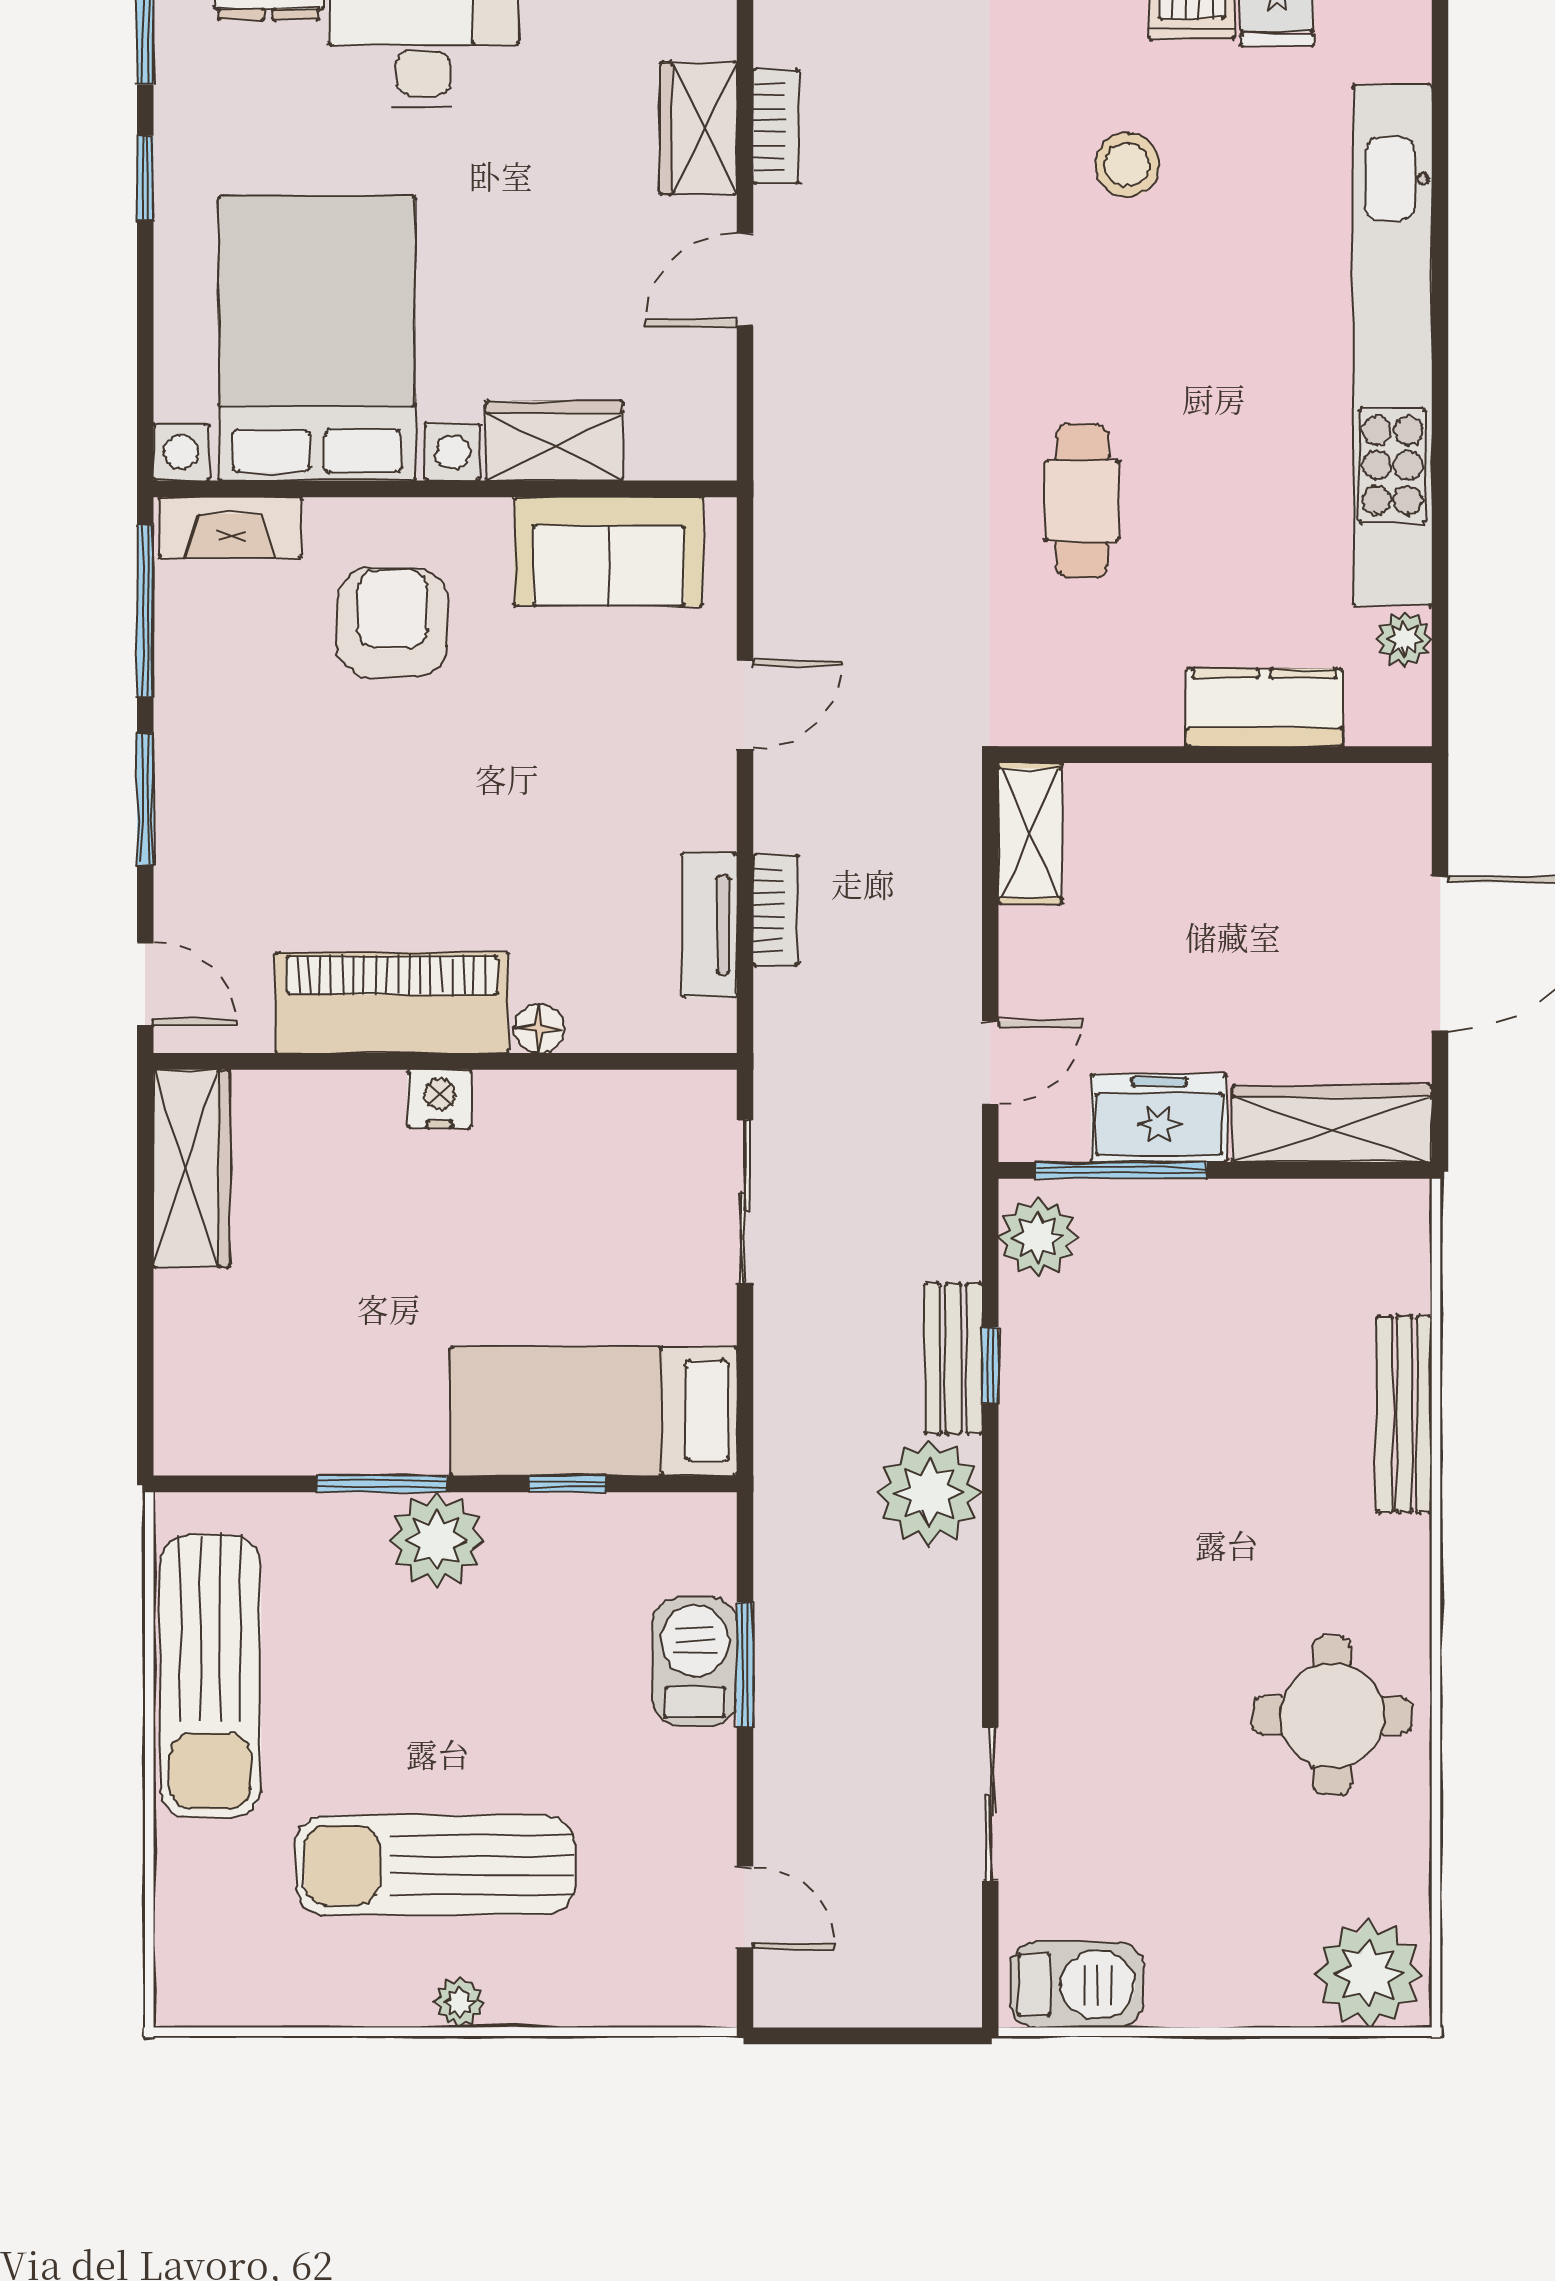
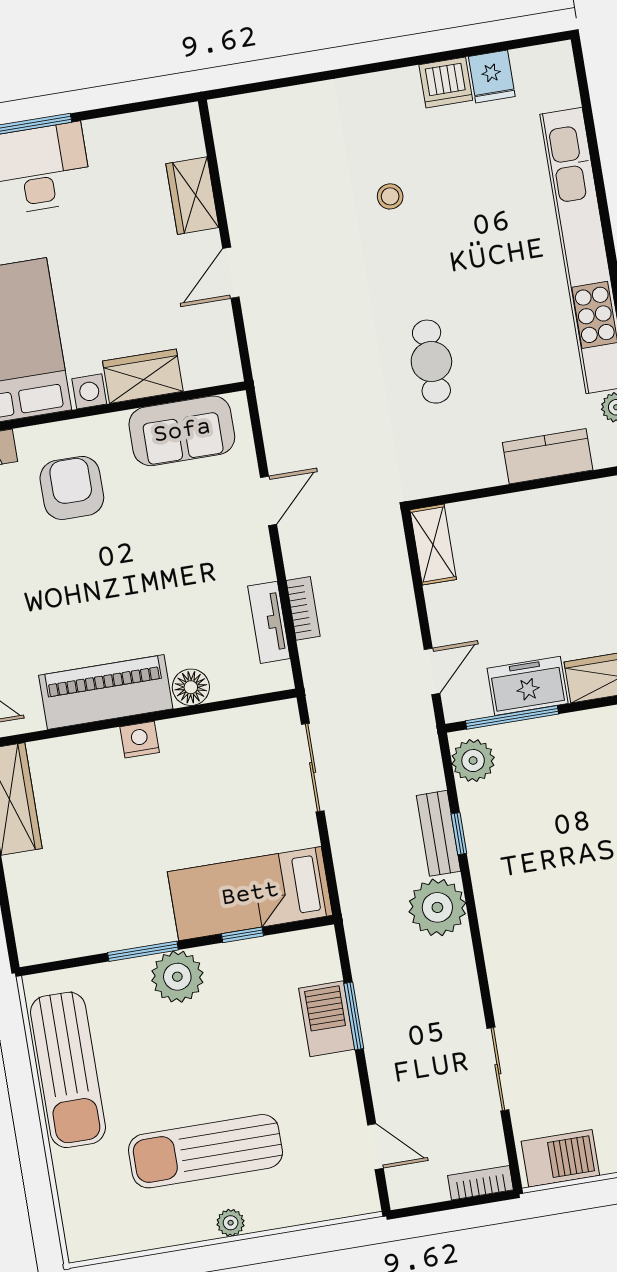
bookcase: (776, 127) -> (481, 1183), moved, turned -90
stool: (1127, 165) -> (390, 196), moved, width x0.73, depth x0.73
floor lamp: (539, 1028) -> (191, 687), width x1.37, depth x1.37

